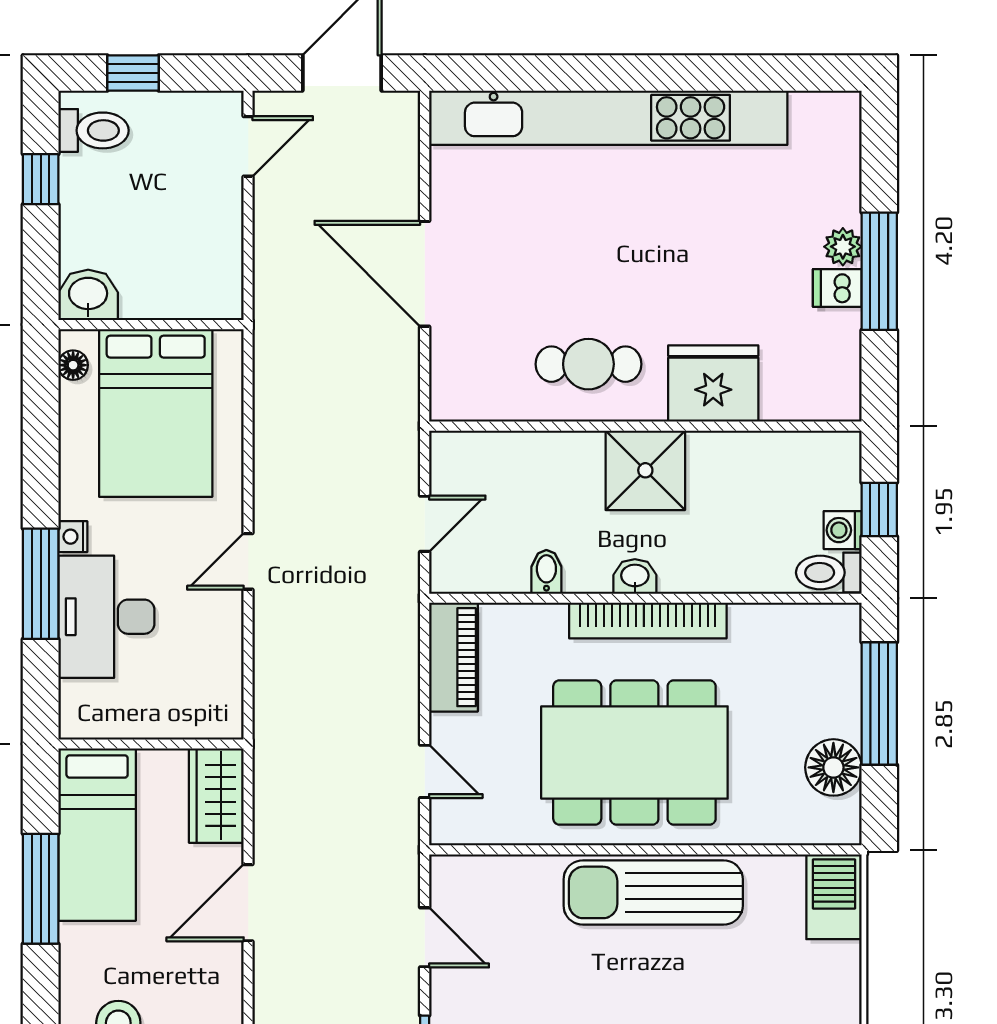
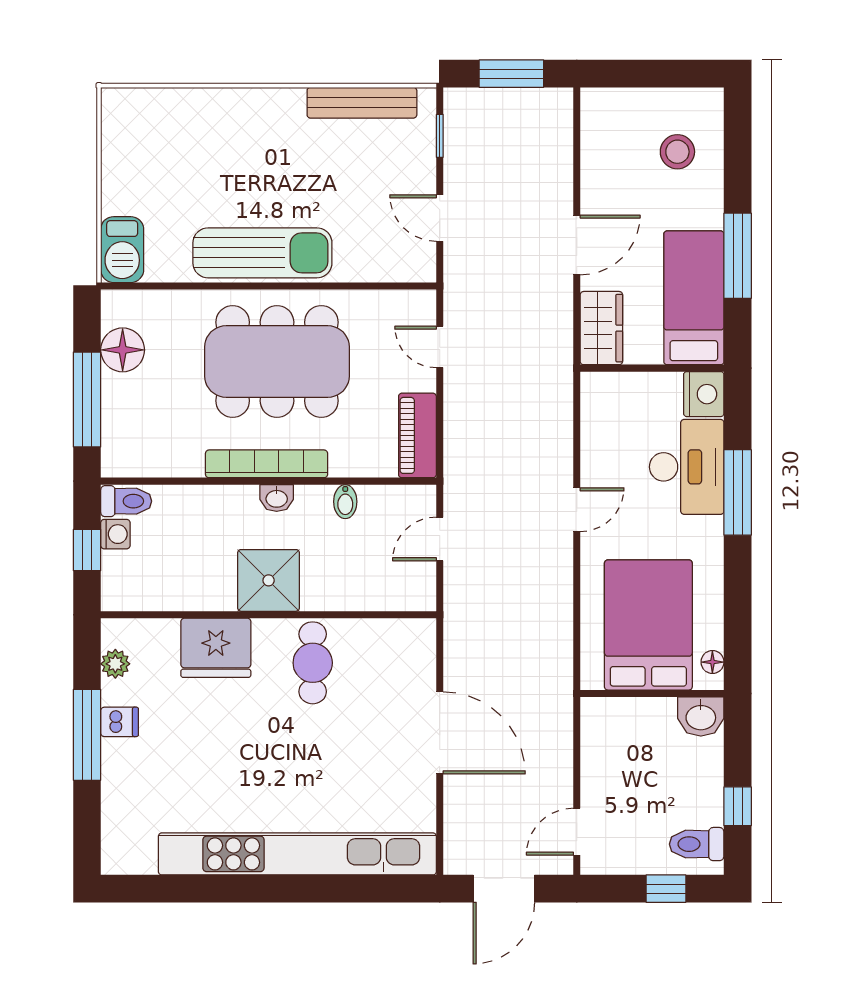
plant: (843, 247) -> (115, 664), moved
cafe table: (588, 364) -> (313, 663), turned 90
nightstand: (73, 537) -> (704, 394), moved, width x1.89, depth x1.79

